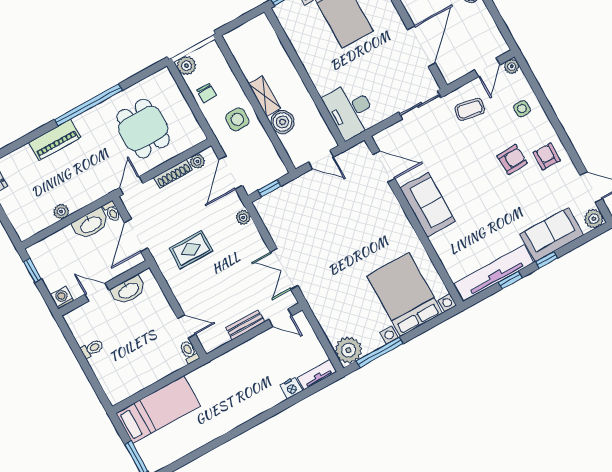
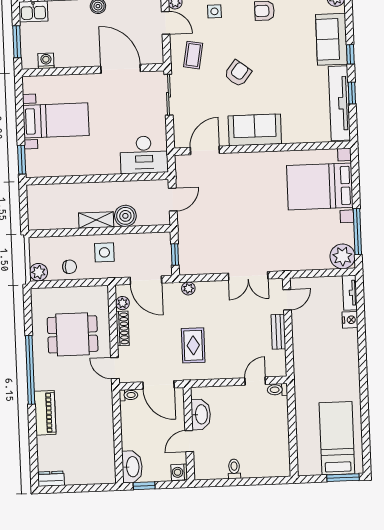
armchair: (512, 159) -> (238, 73), moved, turned 41
plant: (61, 212) -> (107, 437), removed
washbasin: (91, 224) -> (132, 467), moved
bed: (158, 410) -> (337, 438), moved

